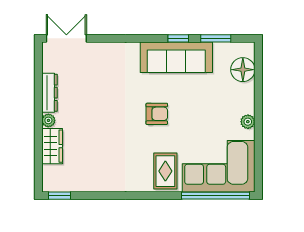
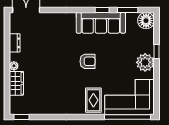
floor lamp: (243, 70) -> (146, 21), moved
dresser: (50, 93) -> (15, 43), width x0.70
window: (258, 99) -> (157, 51), added
plant: (248, 122) -> (145, 62), width x1.87, depth x1.87

